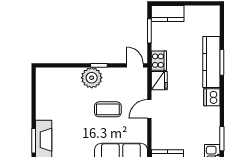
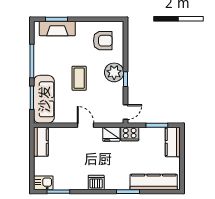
kitchen counter: (211, 62) -> (154, 182), moved
armchair: (57, 90) -> (103, 41), added
coffee table: (108, 109) -> (79, 78), moved

